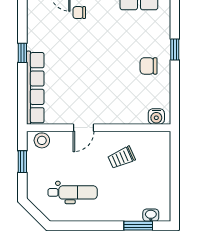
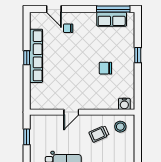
chair: (149, 66) -> (105, 68), moved
row of seats: (35, 88) -> (36, 56), moved
stool: (42, 140) -> (120, 127), moved

